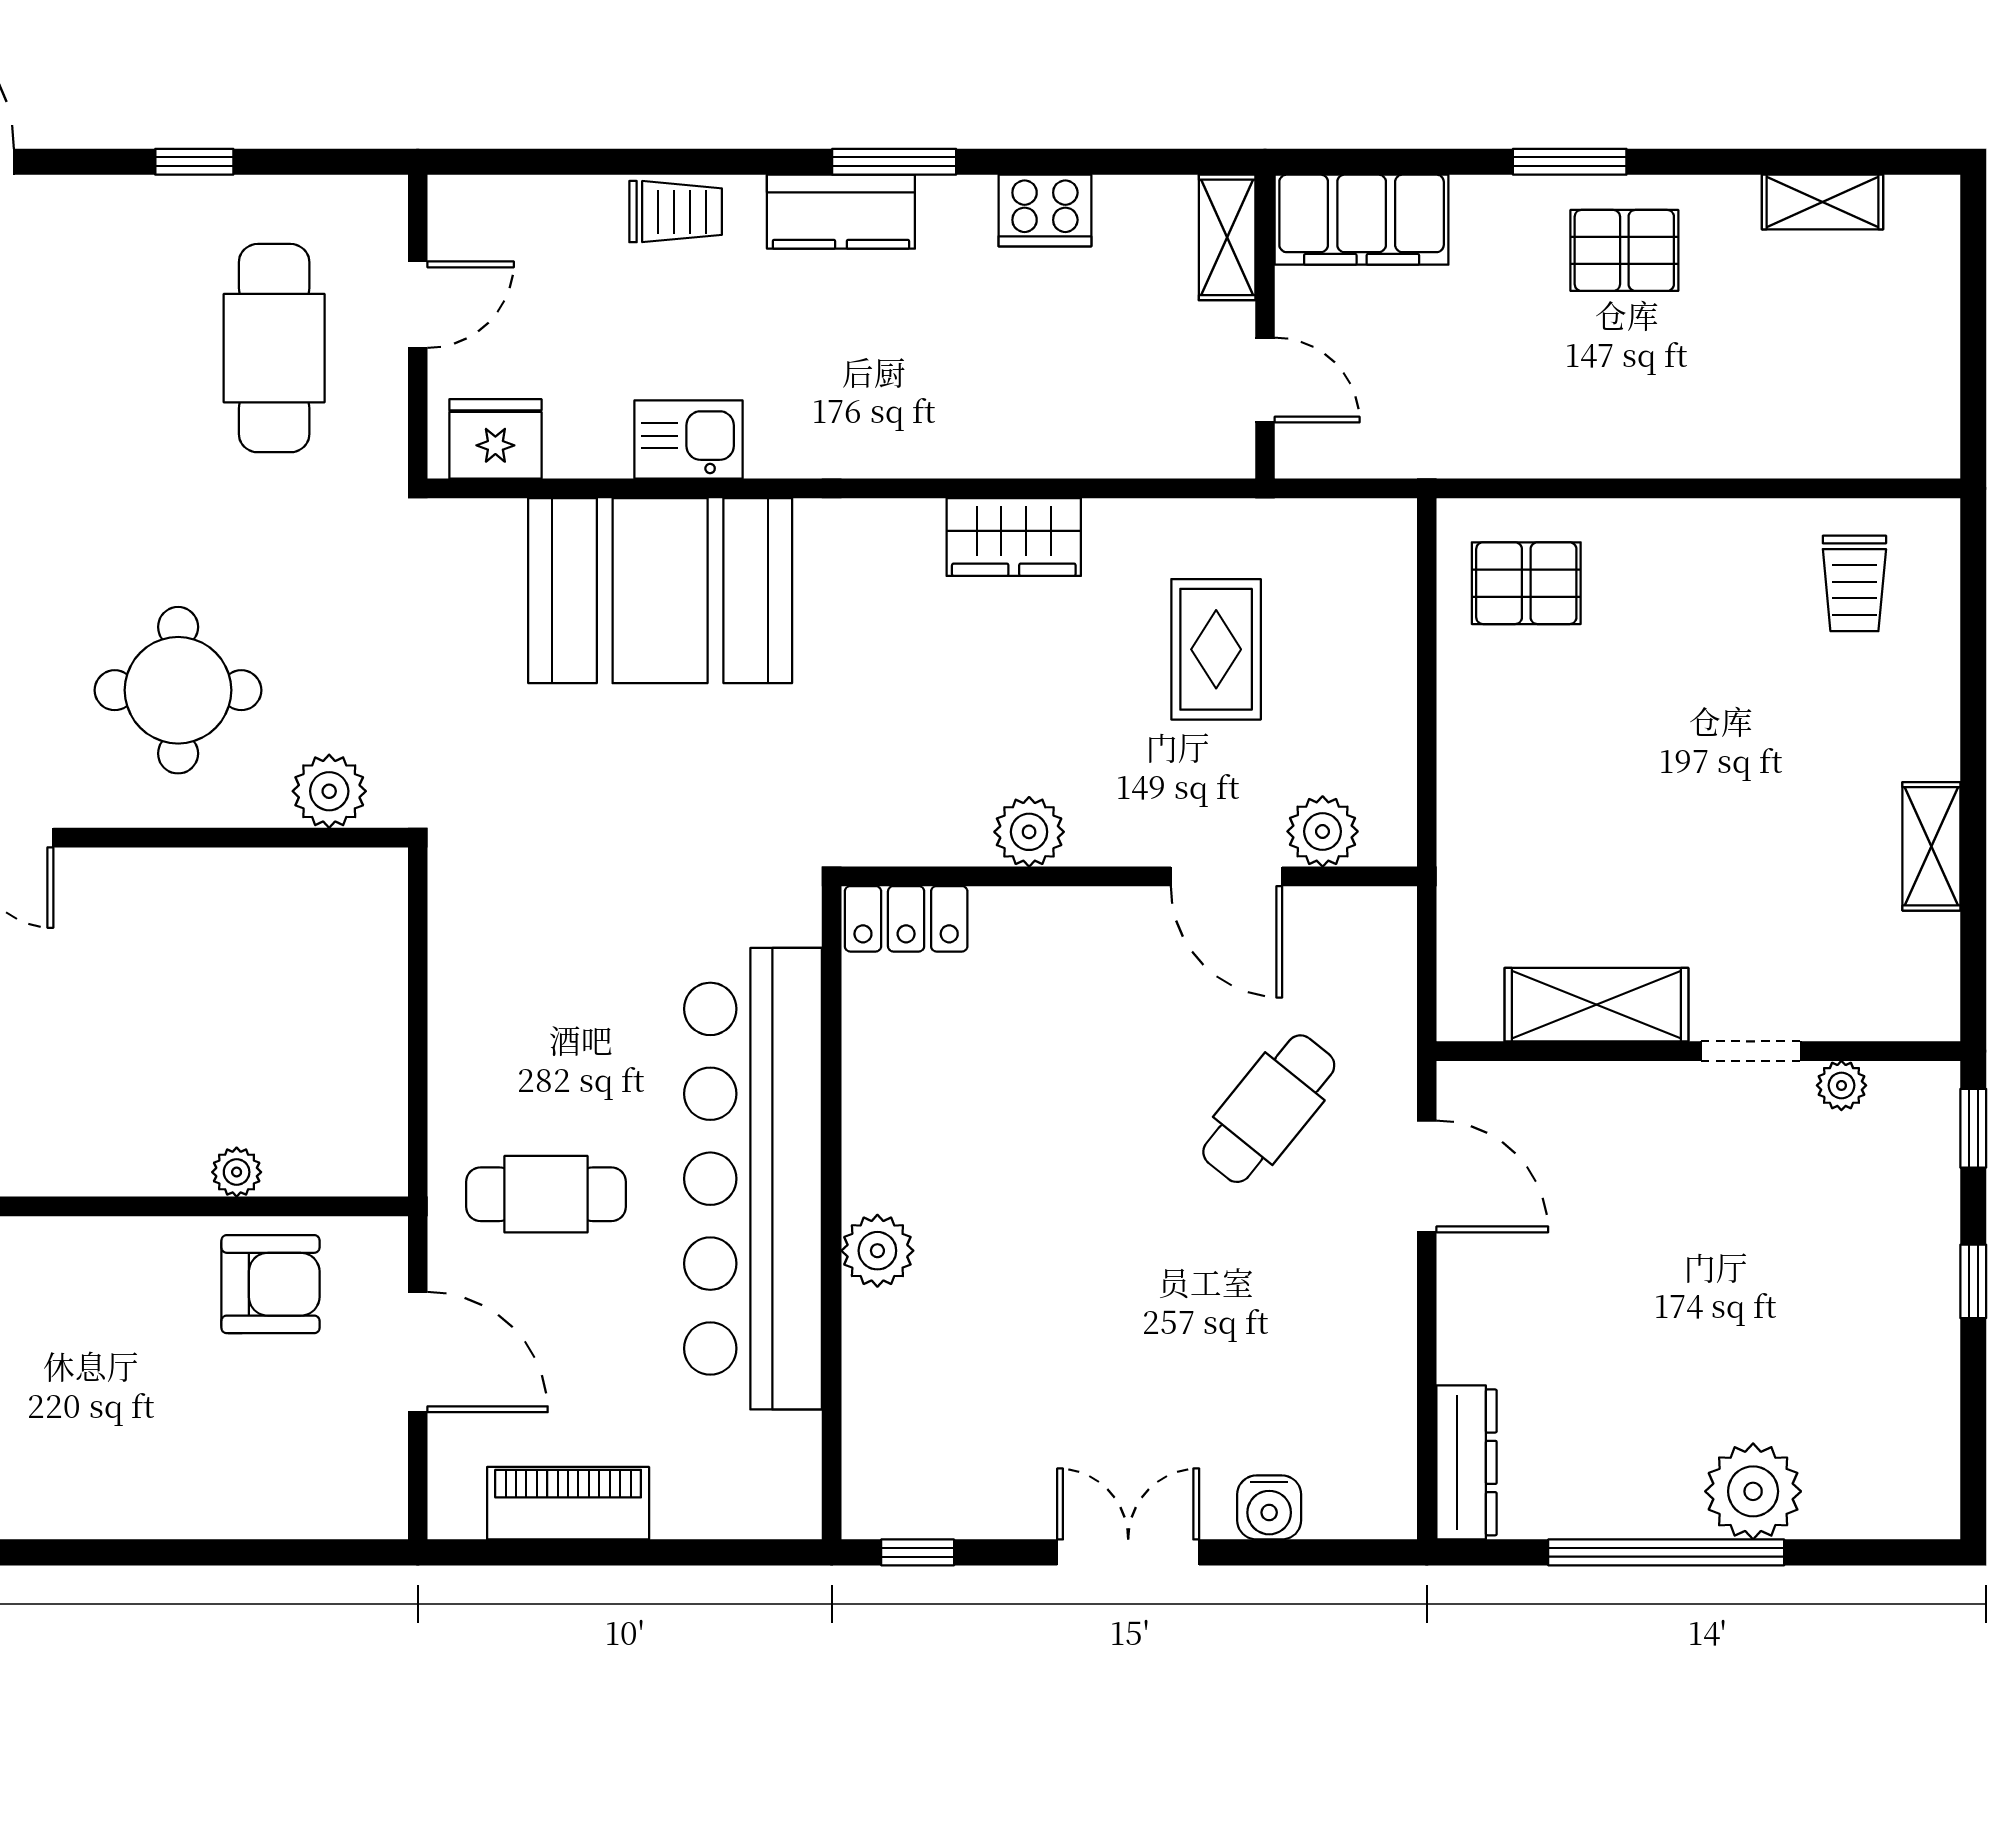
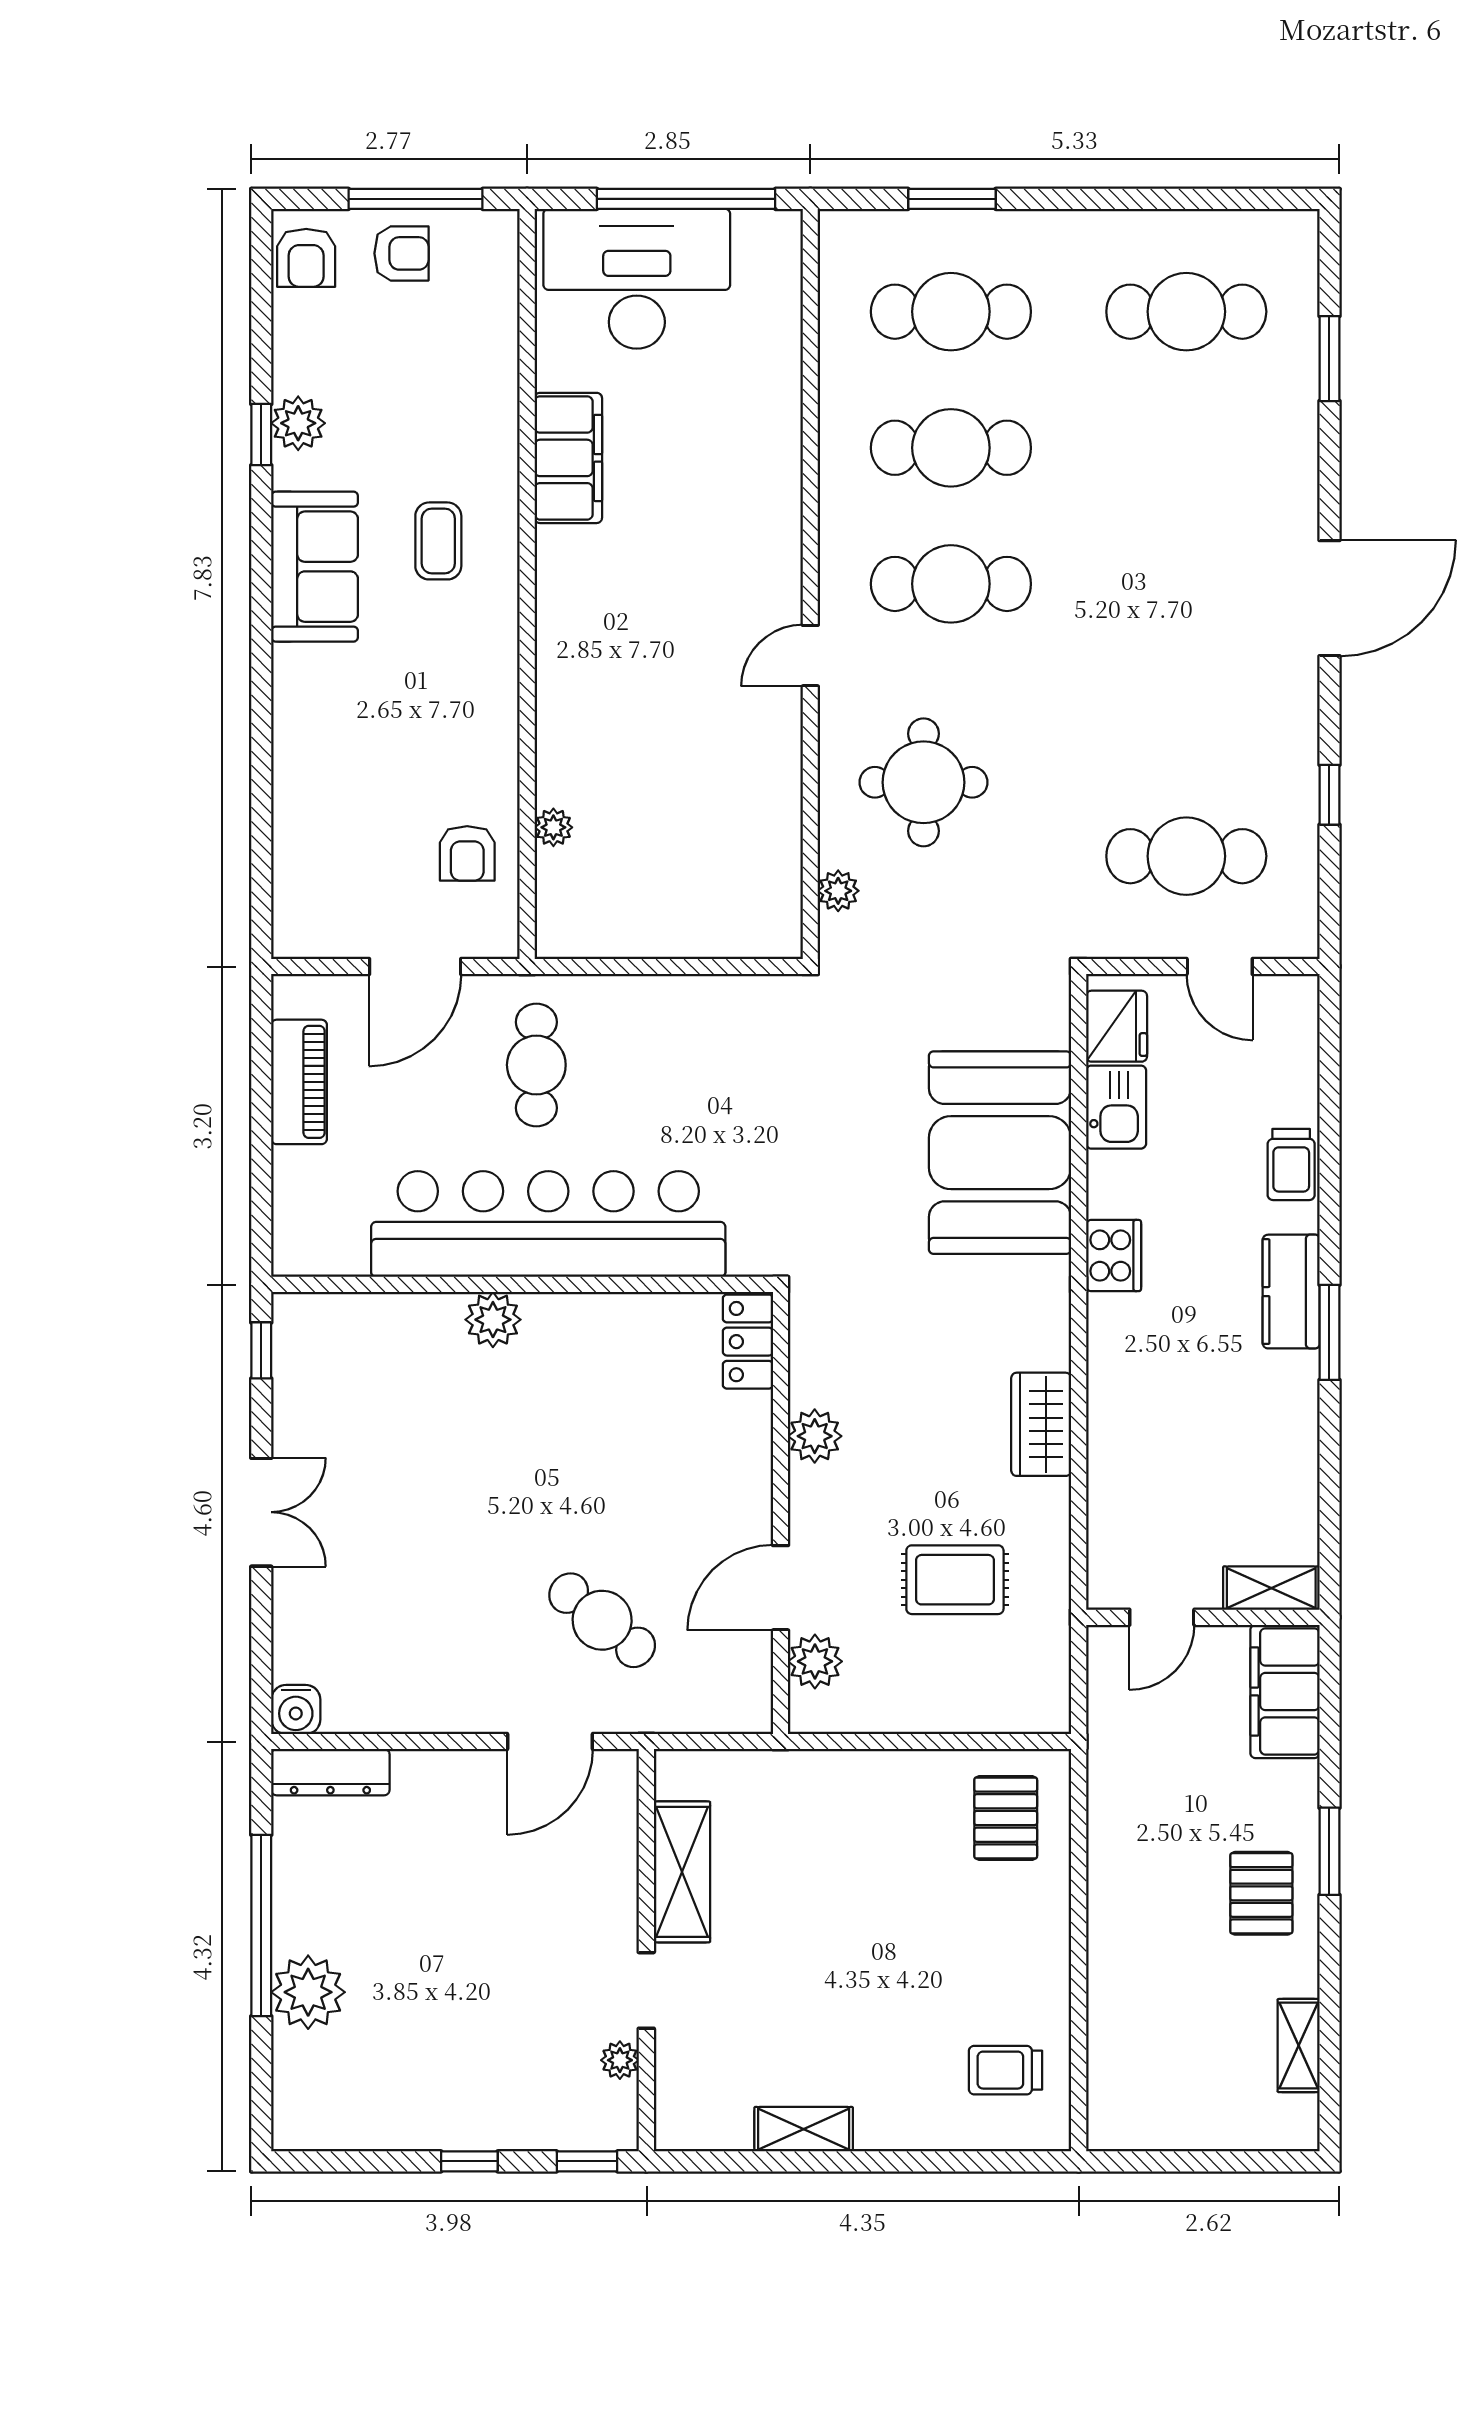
cooker: (1045, 211) -> (1114, 1256), moved, turned 180
kitchen sink: (688, 439) -> (1116, 1107), moved
plant: (329, 791) -> (838, 891), width x0.73, depth x0.73
armchair: (270, 1284) -> (467, 853), width x0.72, depth x0.72
water cooler: (1269, 1507) -> (296, 1710), moved, turned -90

